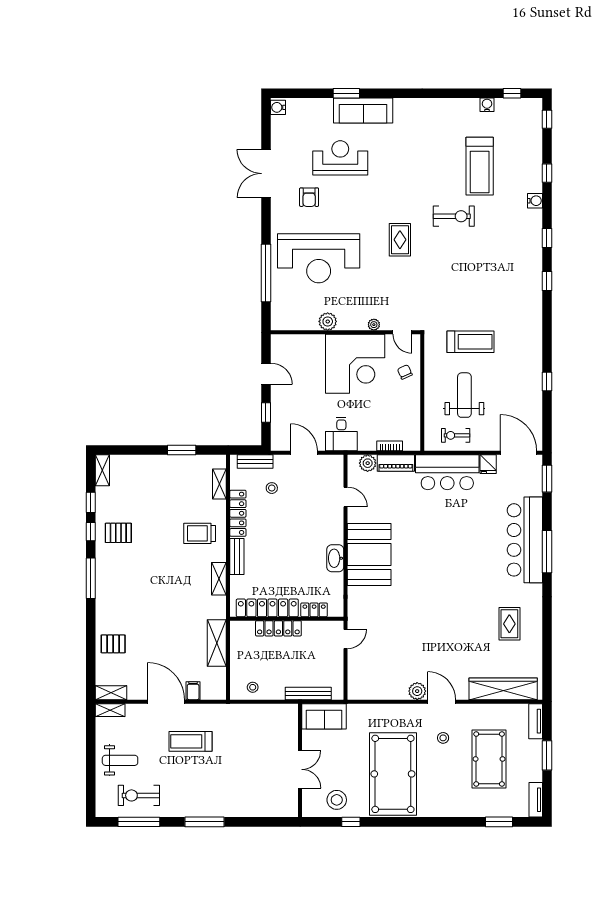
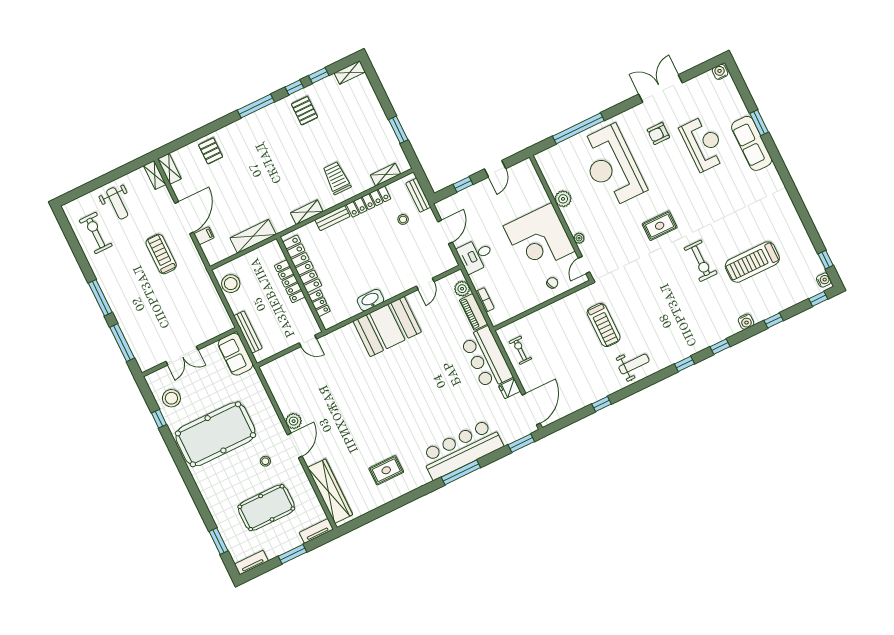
water cooler: (487, 105) -> (824, 280), moved
weight bench: (464, 395) -> (634, 364), moved, width x0.73, depth x0.75
stool: (253, 687) -> (231, 284), width x1.89, depth x1.89
window: (139, 822) -> (122, 343), moved

